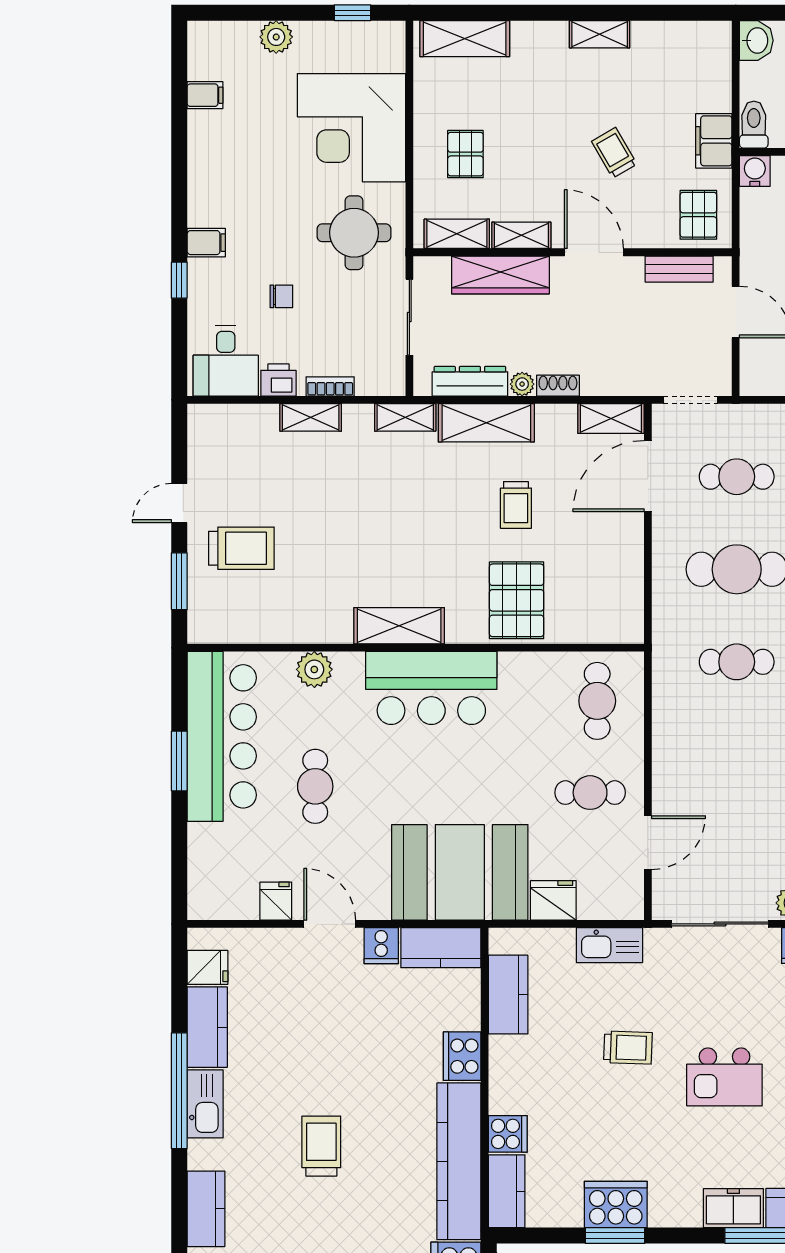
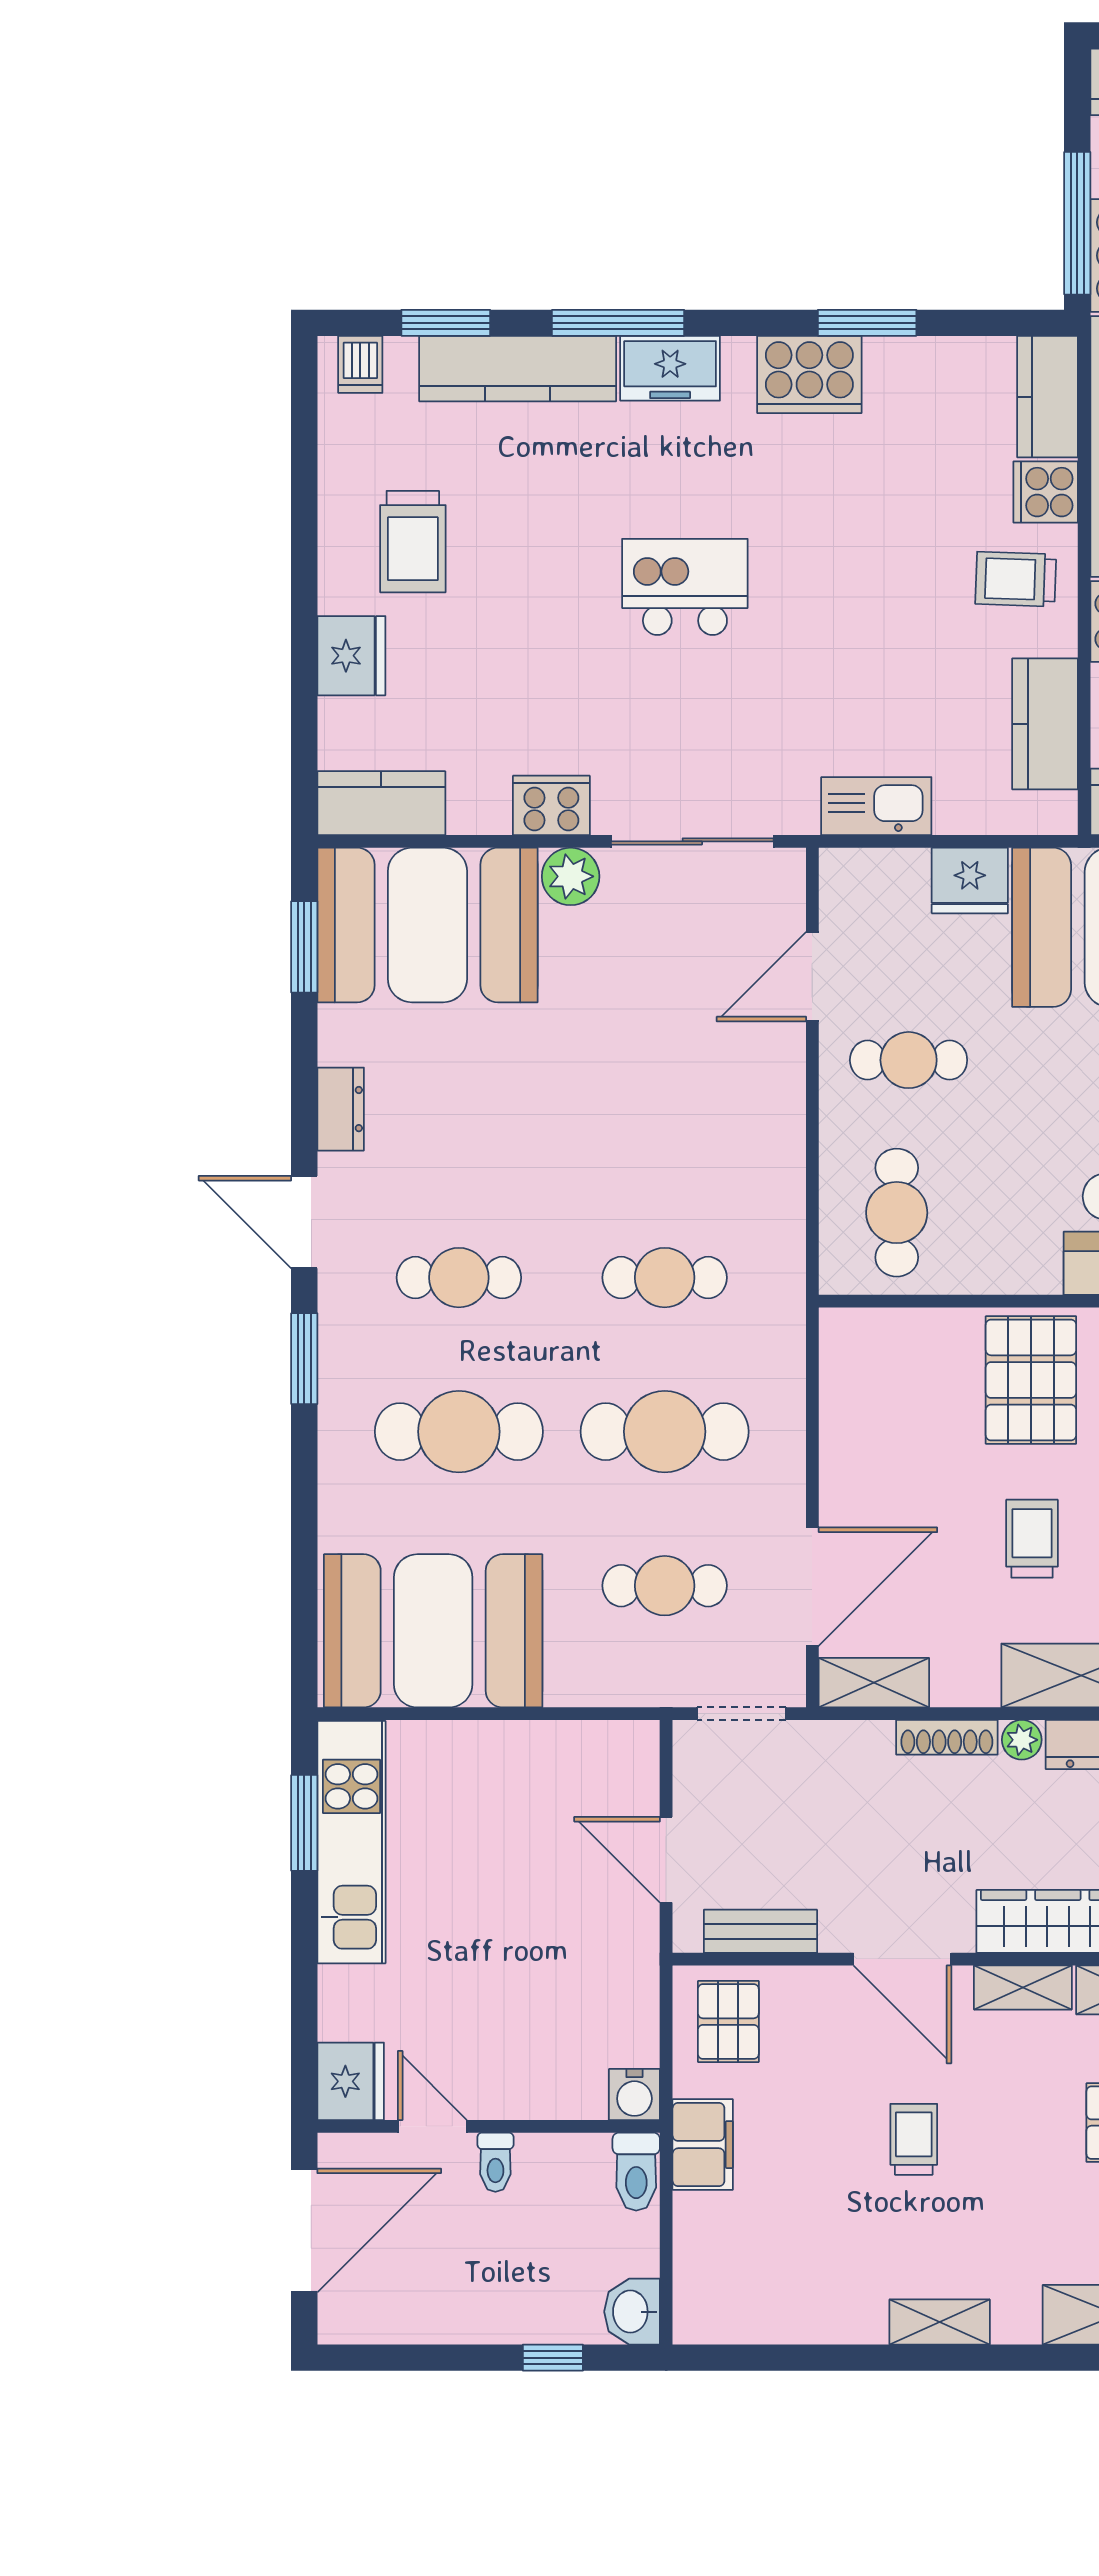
shelving: (600, 34) -> (940, 2322), moved
trolley: (614, 153) -> (914, 2139), moved, turned -150
shoe rack: (558, 386) -> (947, 1737), width x1.43
trolley: (628, 1048) -> (1016, 579), moved
cooker: (616, 1205) -> (809, 374), moved

